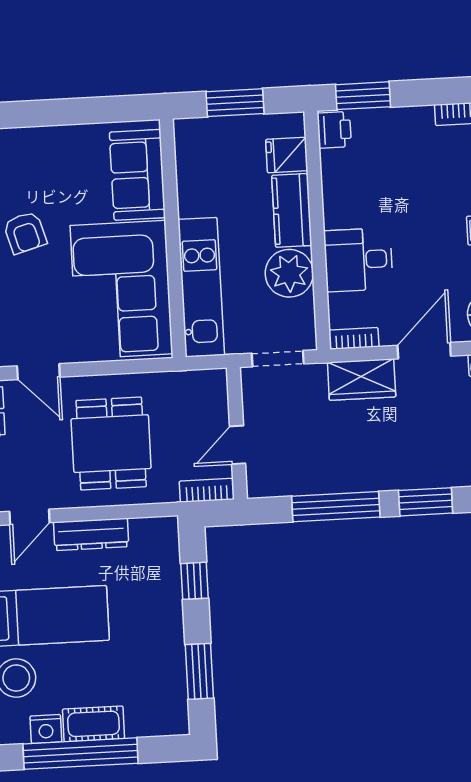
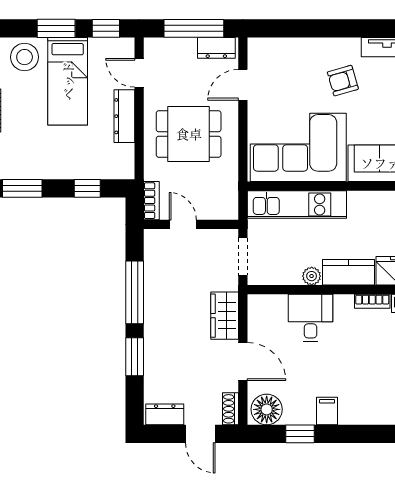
plant: (289, 273) -> (312, 276), width x0.53, depth x0.53
bookcase: (354, 338) -> (372, 301), moved, turned 90

